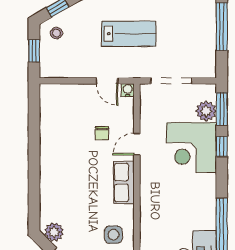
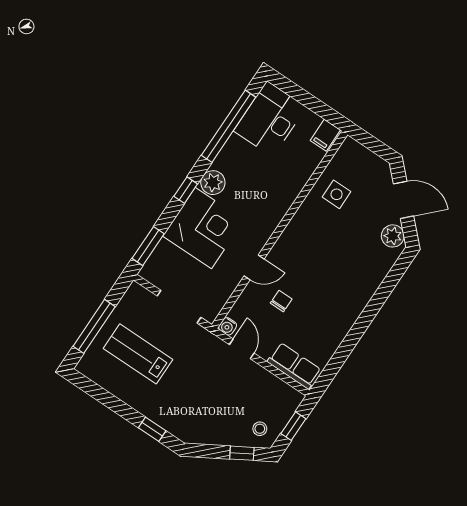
lab bench: (129, 34) -> (138, 354), moved
plant: (206, 111) -> (213, 183), moved
window: (222, 146) -> (186, 190), moved
row of seats: (124, 183) -> (294, 366), moved, turned -90

